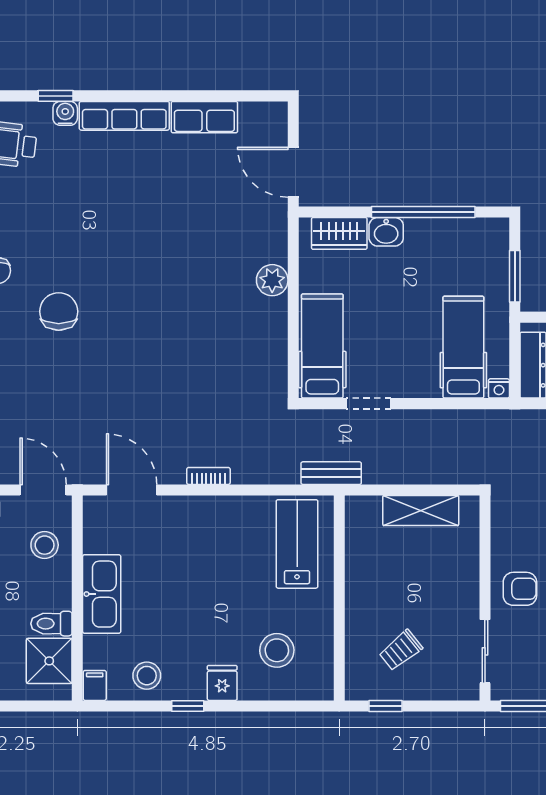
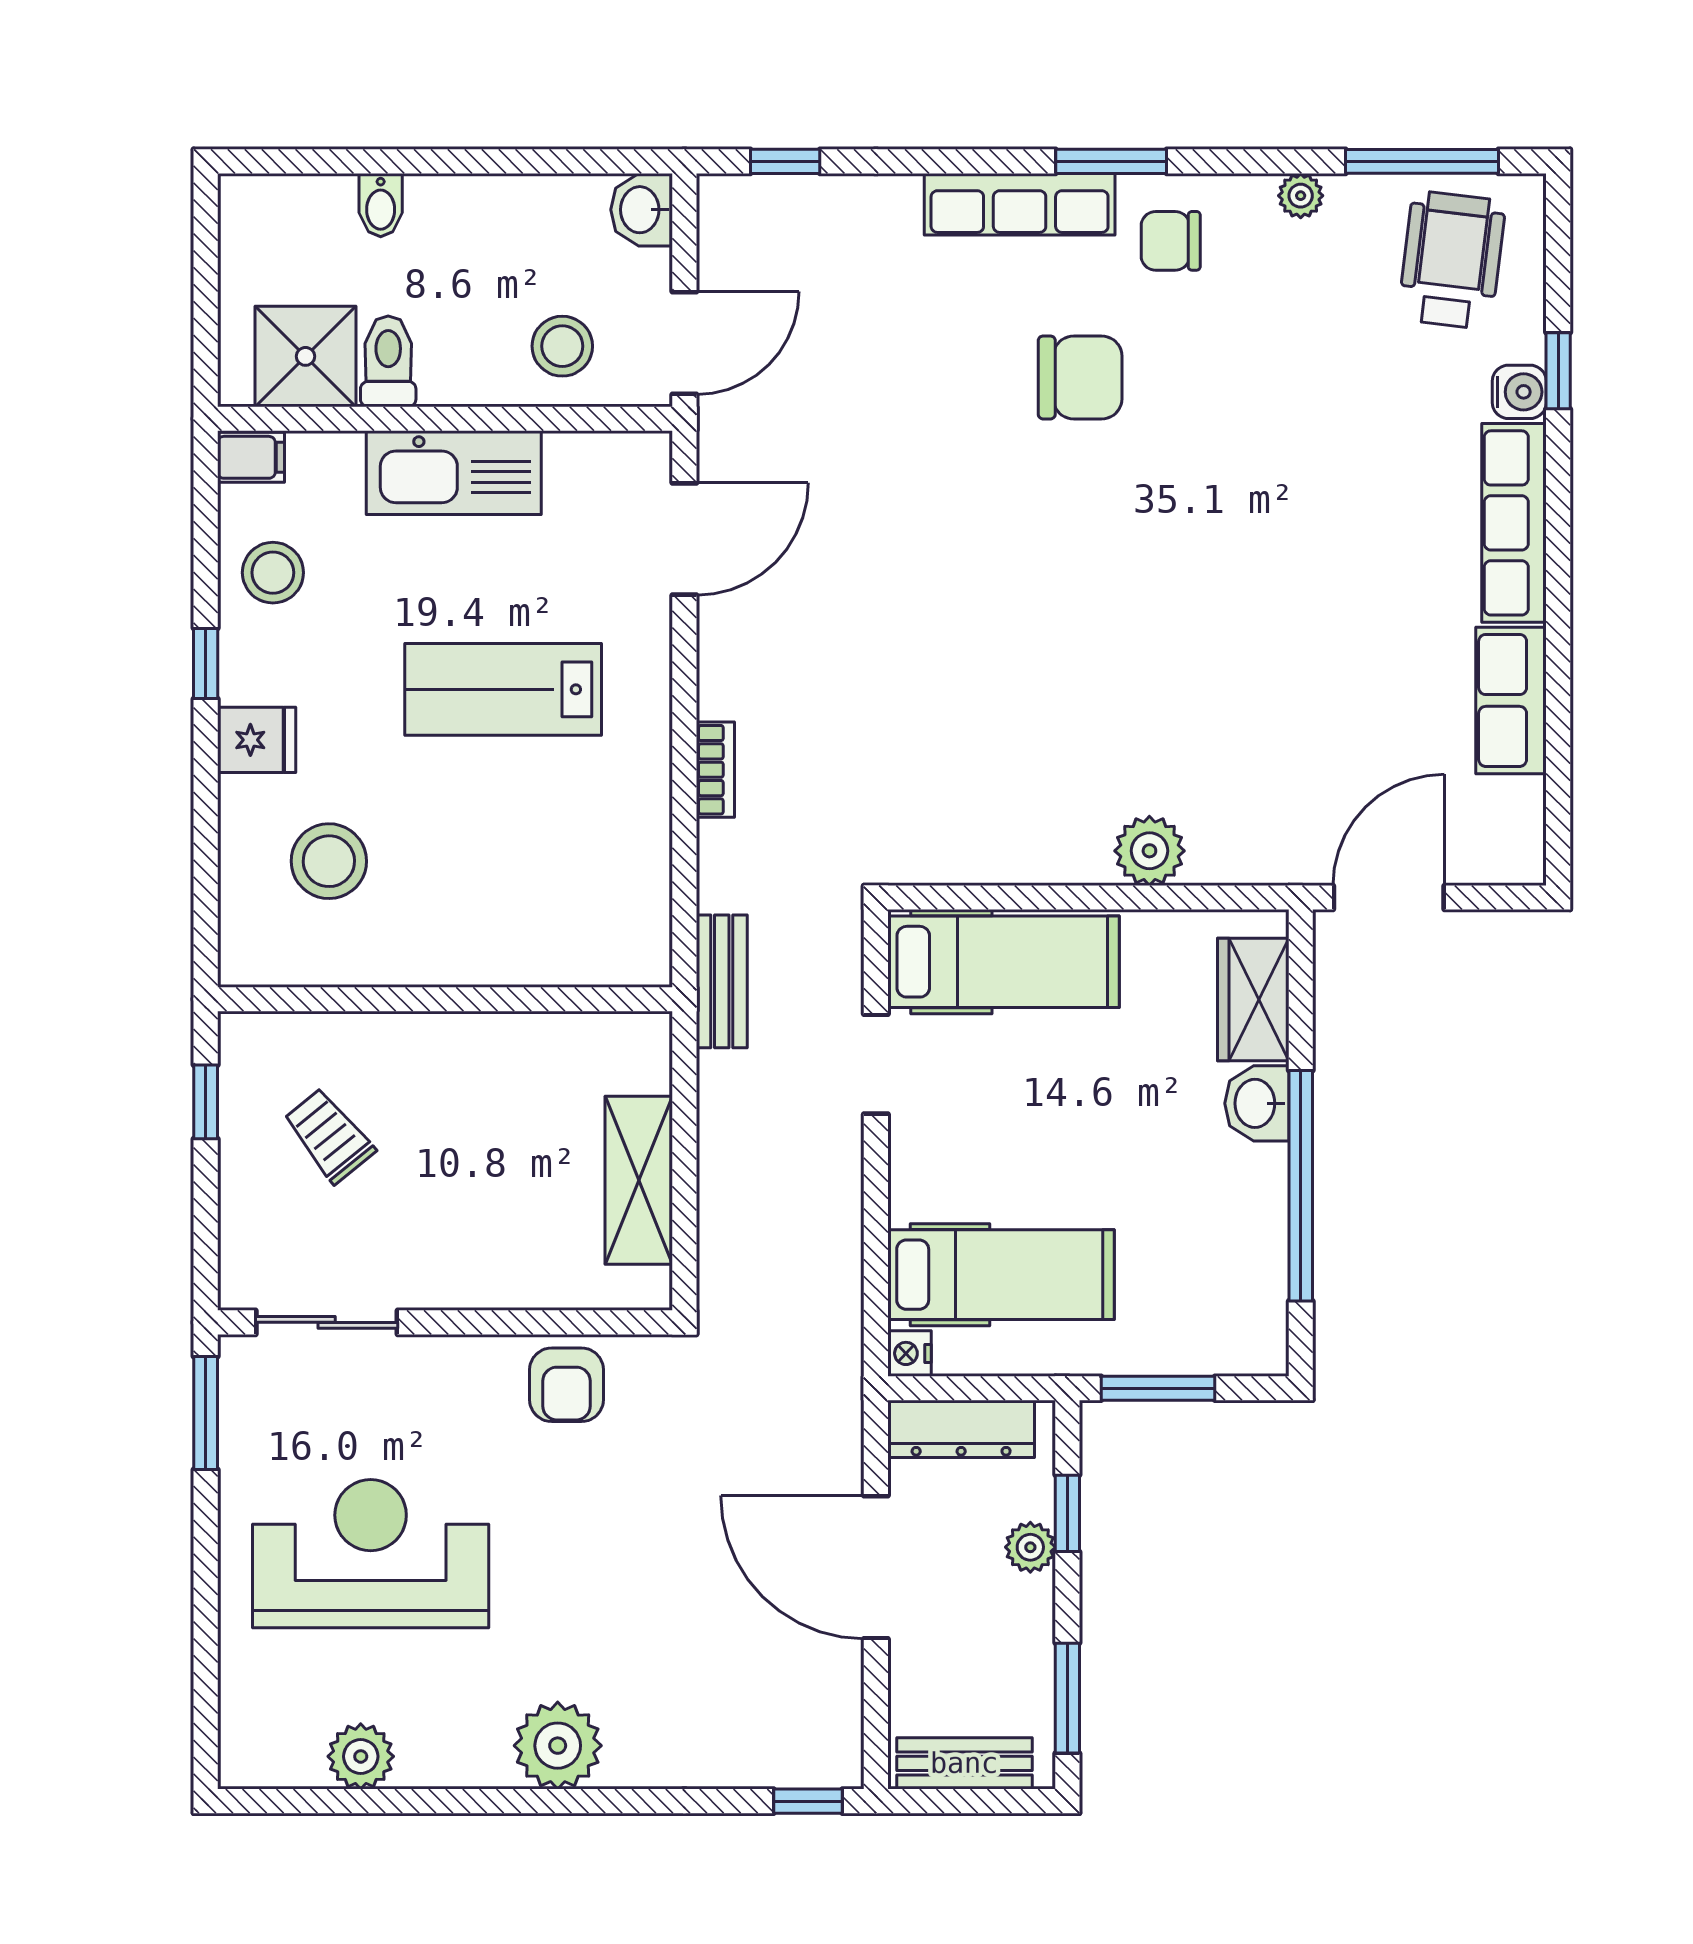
bookcase: (208, 476) -> (715, 770), moved
lab bench: (297, 544) -> (503, 689), moved, turned 180
armchair: (520, 589) -> (567, 1385), moved

